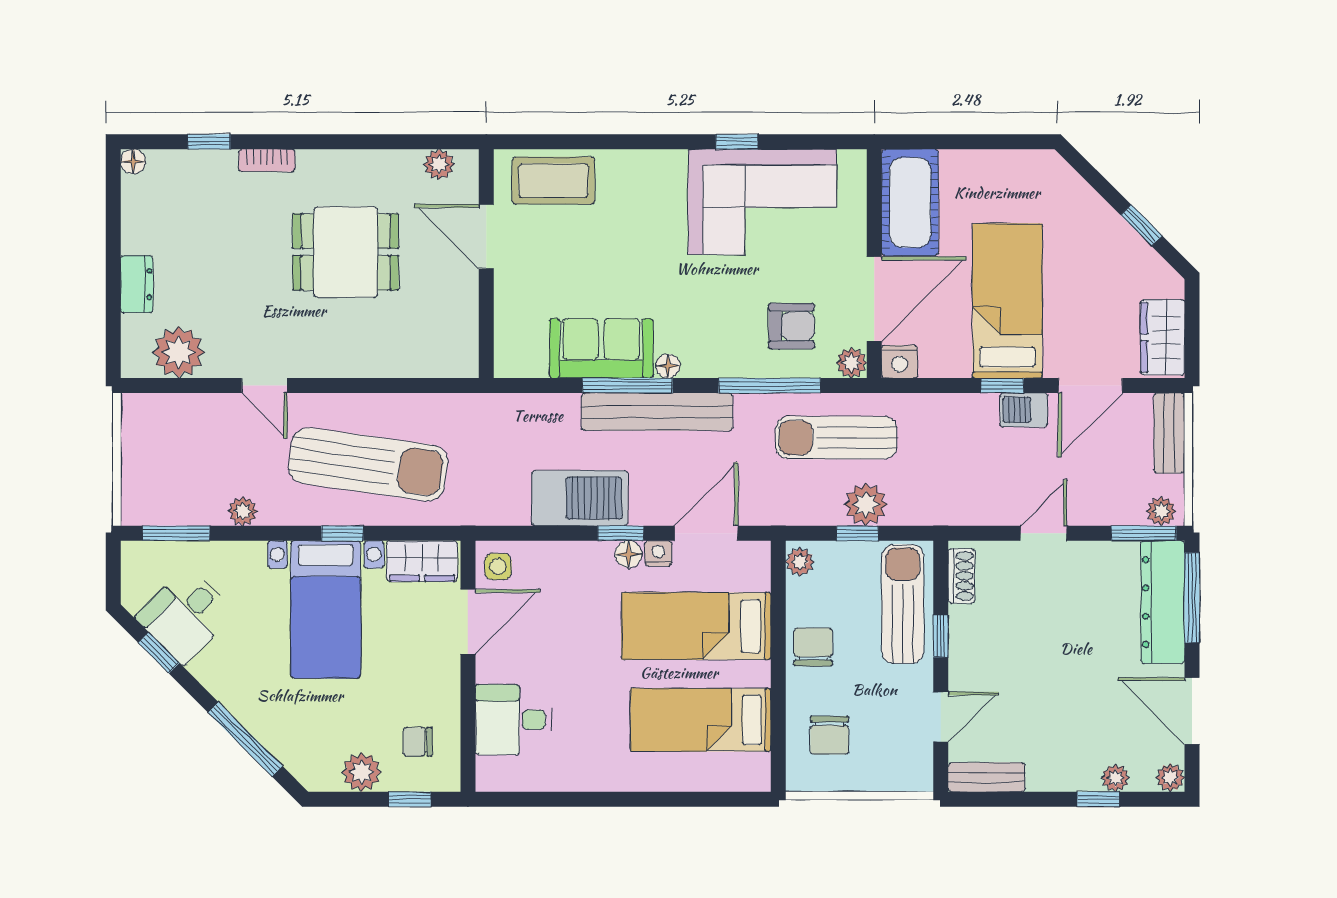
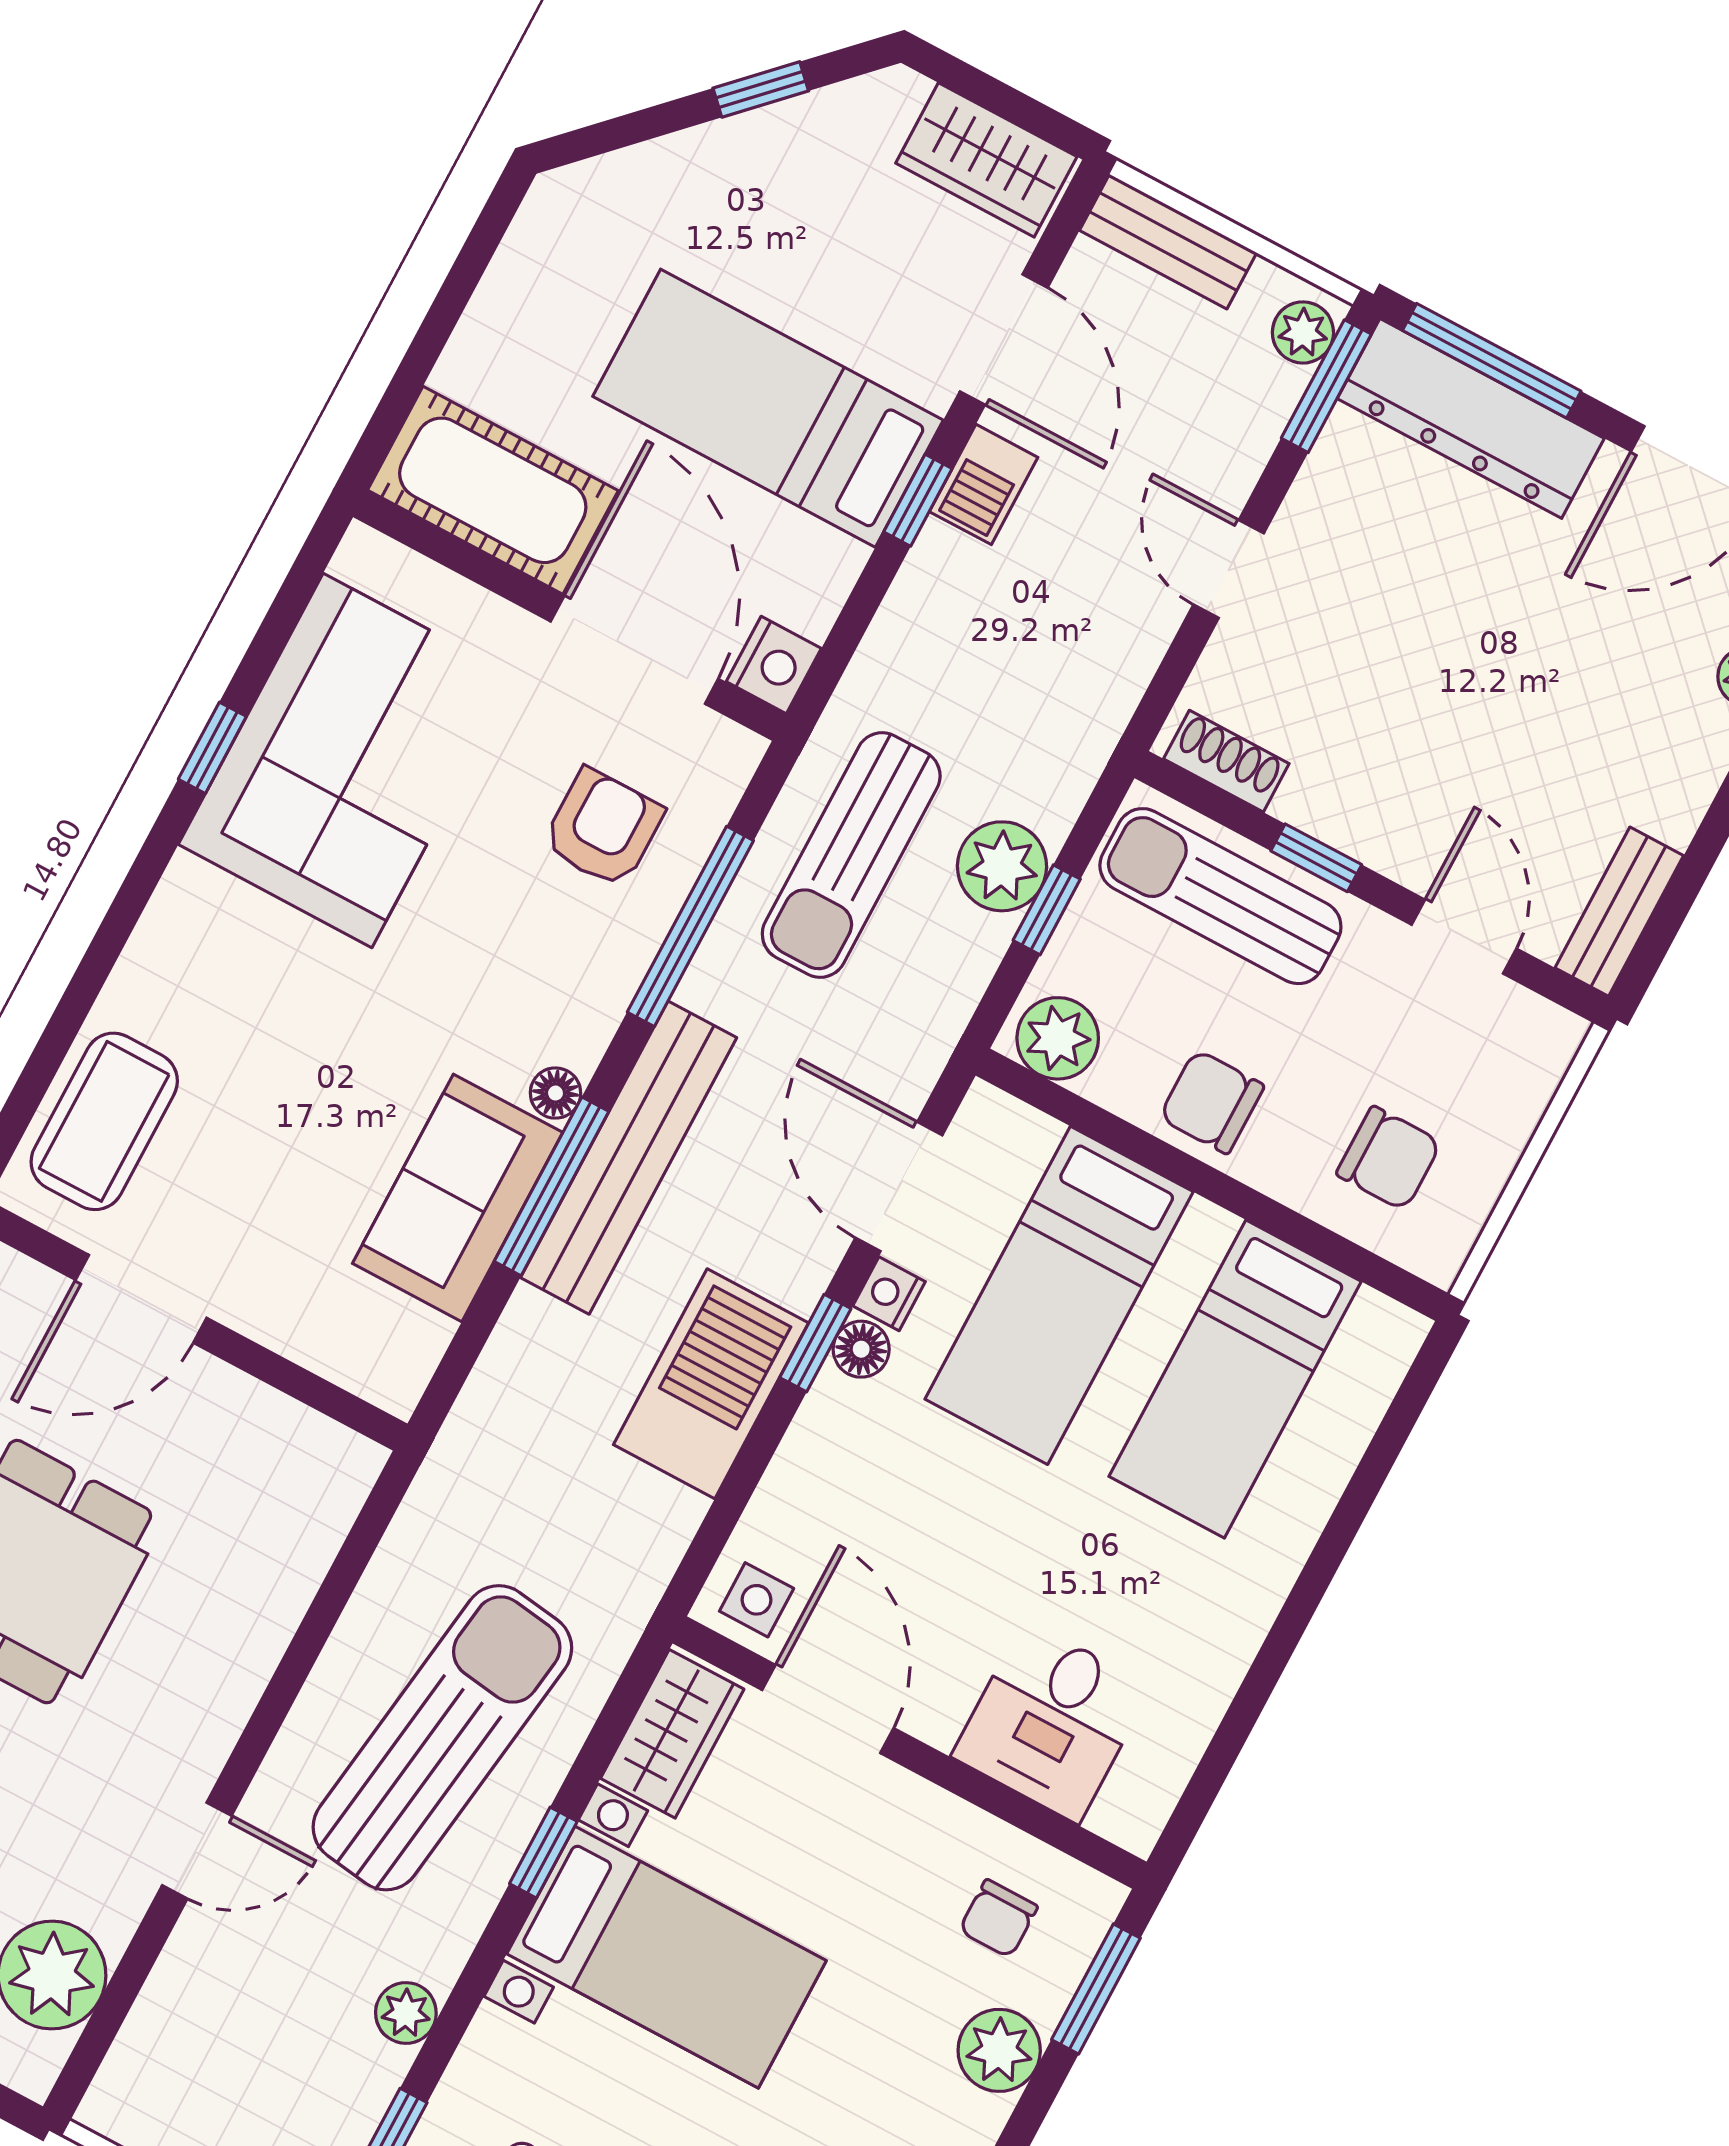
plant: (851, 363) -> (729, 754), removed
plant: (800, 562) -> (1058, 1038), width x1.38, depth x1.38
window: (410, 799) -> (1096, 1989), width x1.50

